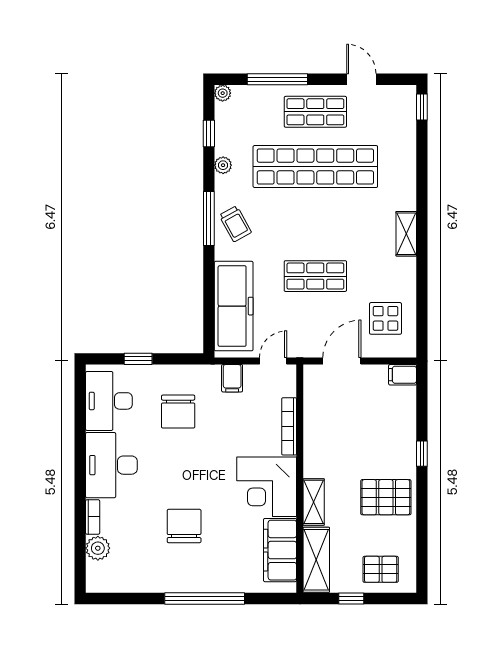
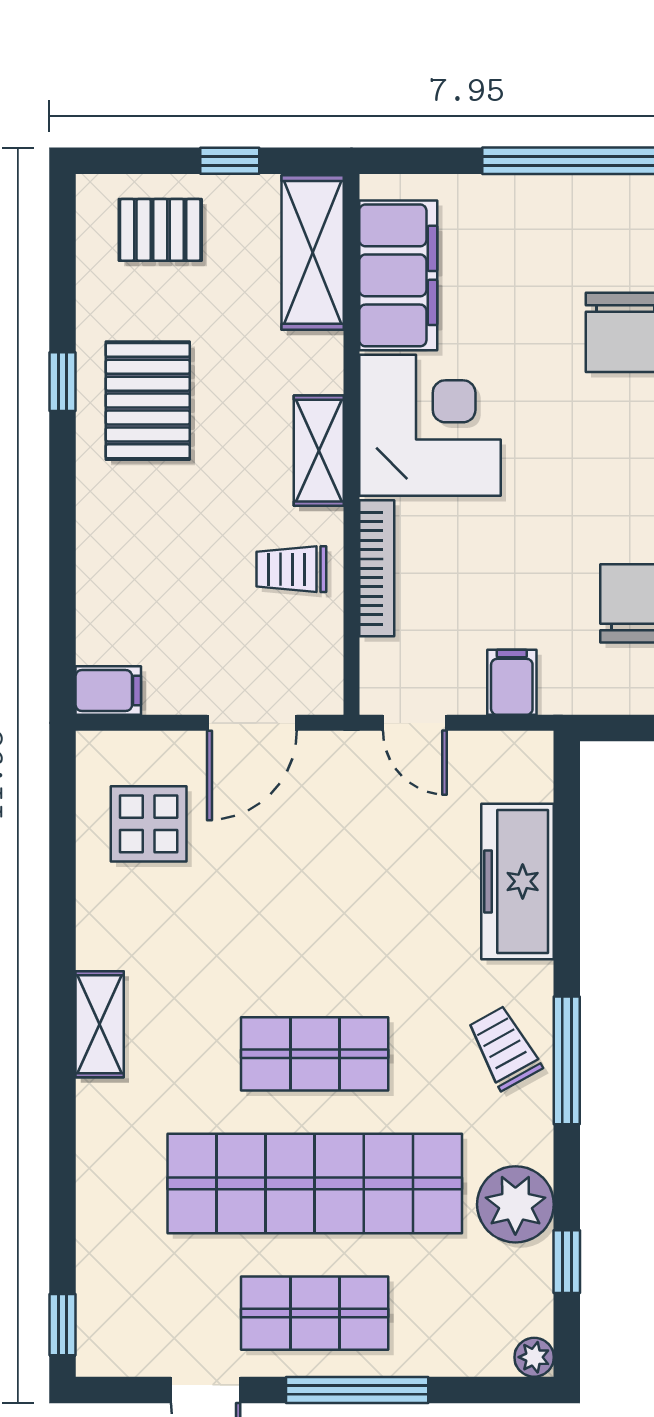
window: (277, 79) -> (357, 1390), moved
plant: (223, 165) -> (515, 1204), width x1.88, depth x1.88
shop shelf: (315, 276) -> (315, 1054), moved
freezer: (234, 306) -> (518, 881), width x0.73, depth x0.79
door: (273, 361) -> (415, 723), hinge flipped
trolley: (325, 426) -> (291, 569), added
window: (422, 454) -> (63, 382), moved
pallet: (386, 497) -> (148, 401), turned 90
shelving: (314, 502) -> (319, 451), moved

